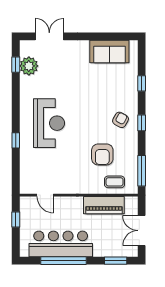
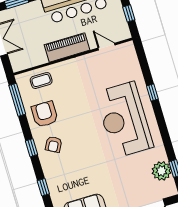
reception desk: (49, 123) -> (124, 120), width x1.36, depth x1.30
armchair: (102, 154) -> (45, 114), moved
piano: (104, 205) -> (67, 47), moved

